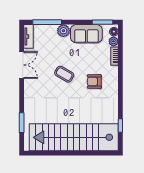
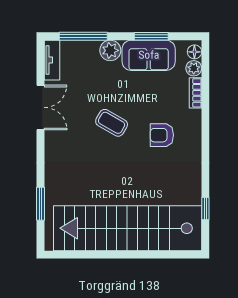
window: (102, 22) -> (151, 36), moved

